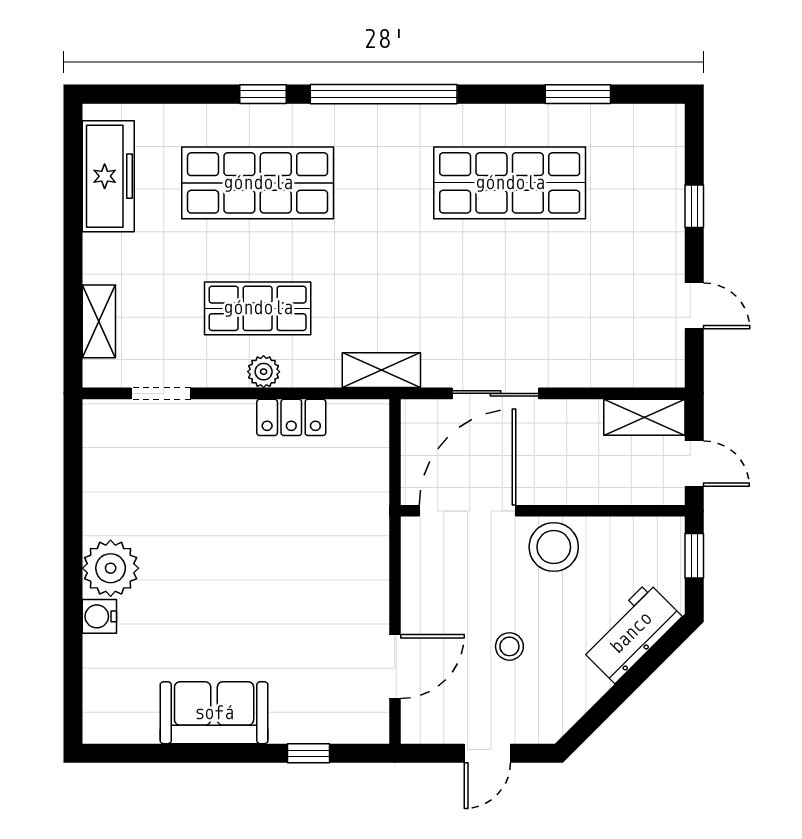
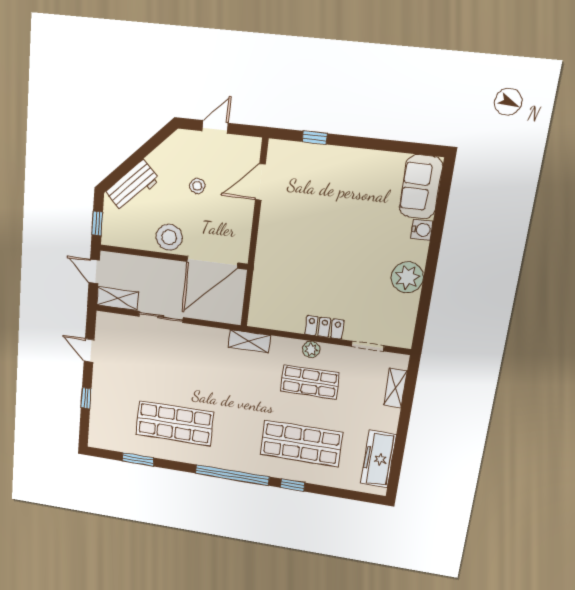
sliding door: (496, 393) -> (161, 317), moved
locker: (291, 417) -> (324, 327), moved
plant: (111, 568) -> (407, 277), moved
sofa: (214, 713) -> (421, 187), moved, turned 90

